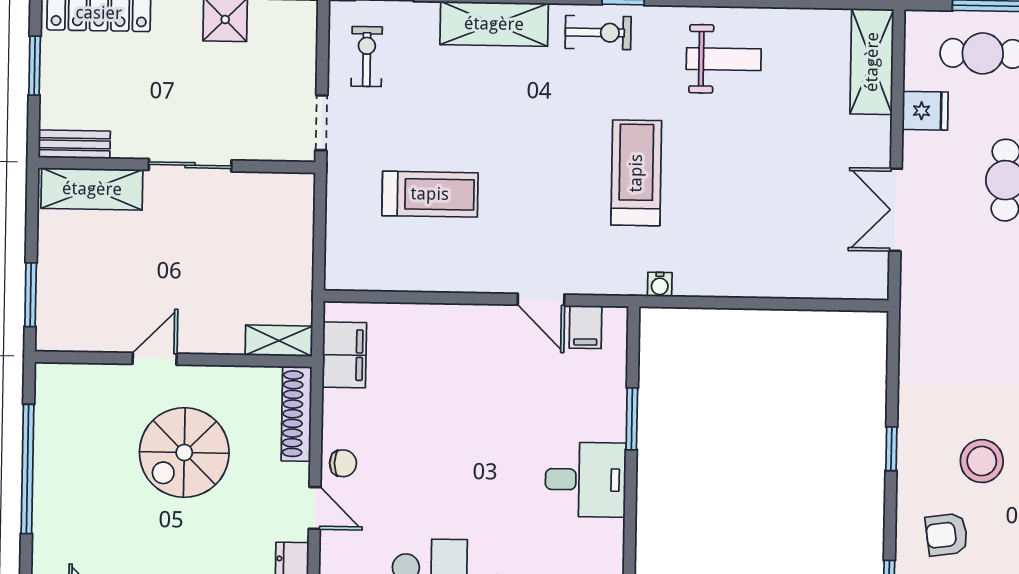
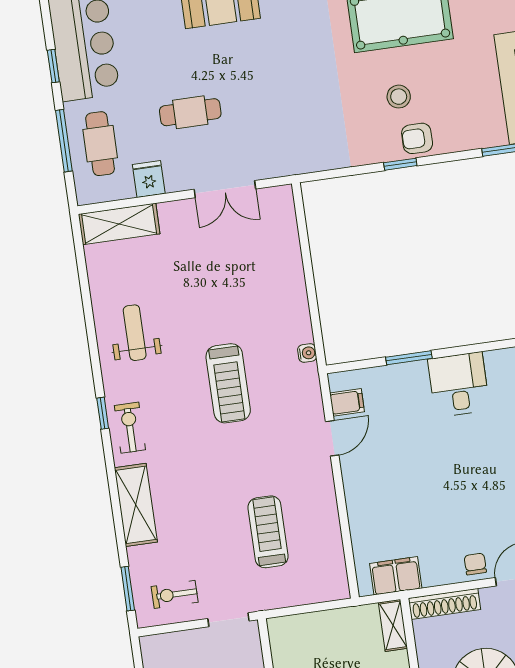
treadmill: (636, 173) -> (228, 383), turned -90
stool: (982, 461) -> (399, 97), width x0.73, depth x0.73
armchair: (947, 534) -> (417, 138), moved, turned 98

